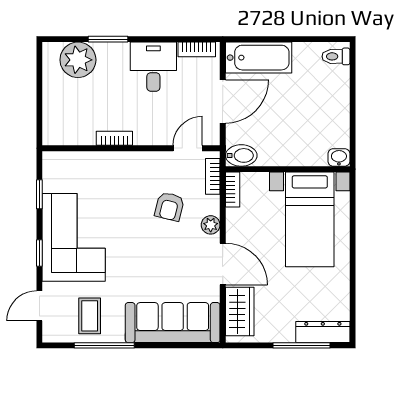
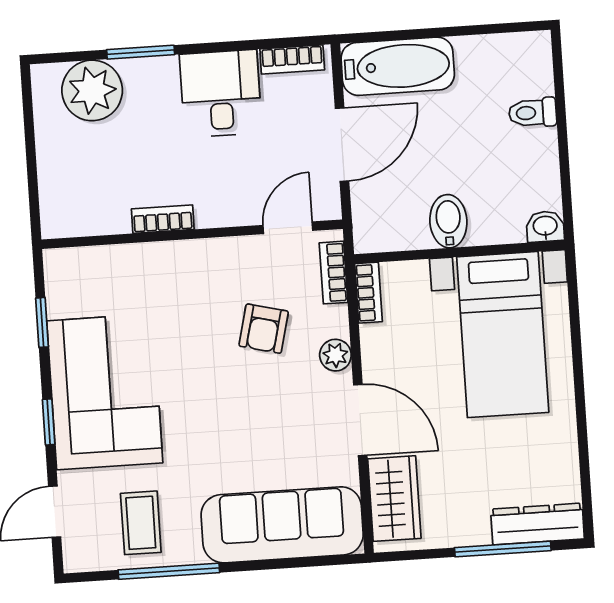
toilet: (336, 56) -> (533, 113), moved
bidet: (241, 155) -> (448, 221), moved, turned -90

